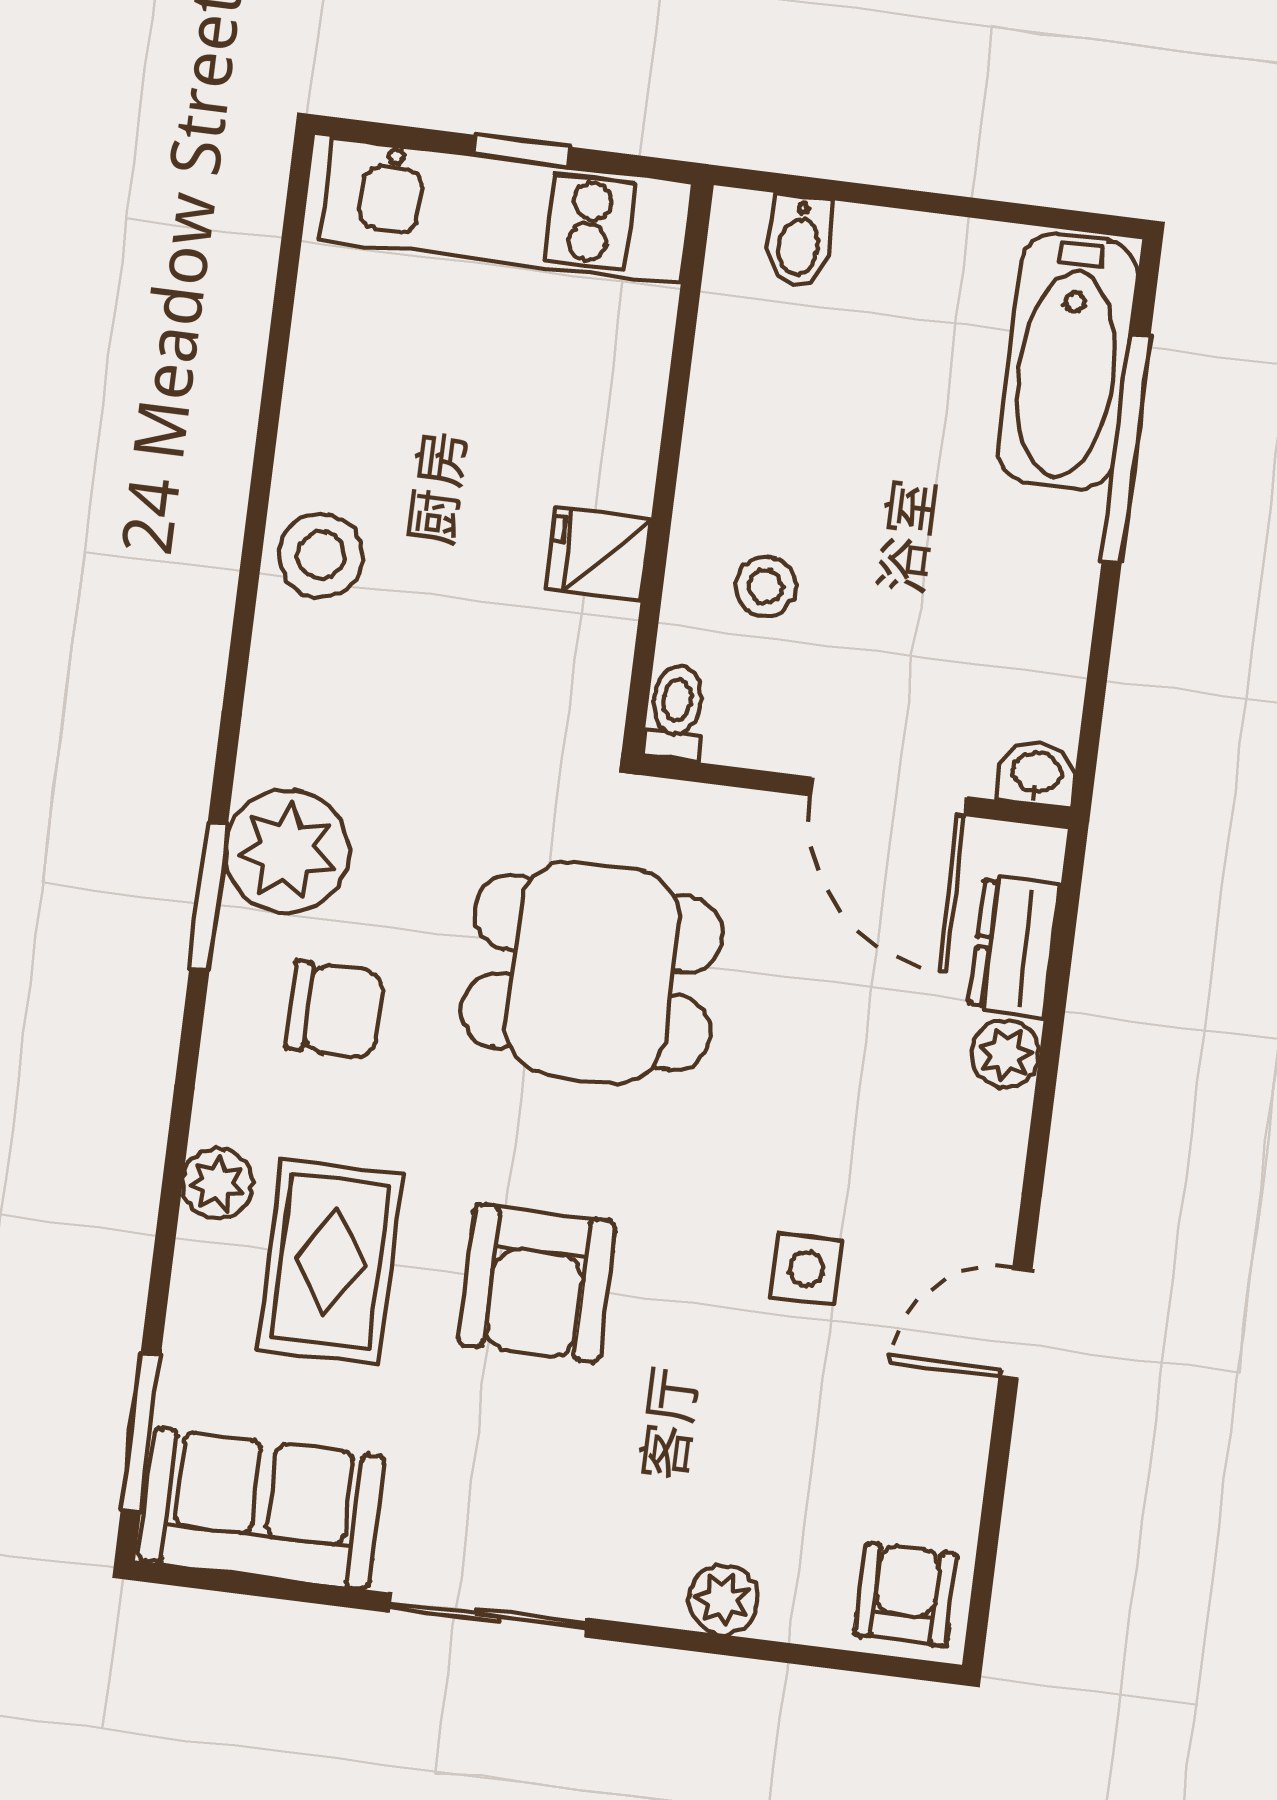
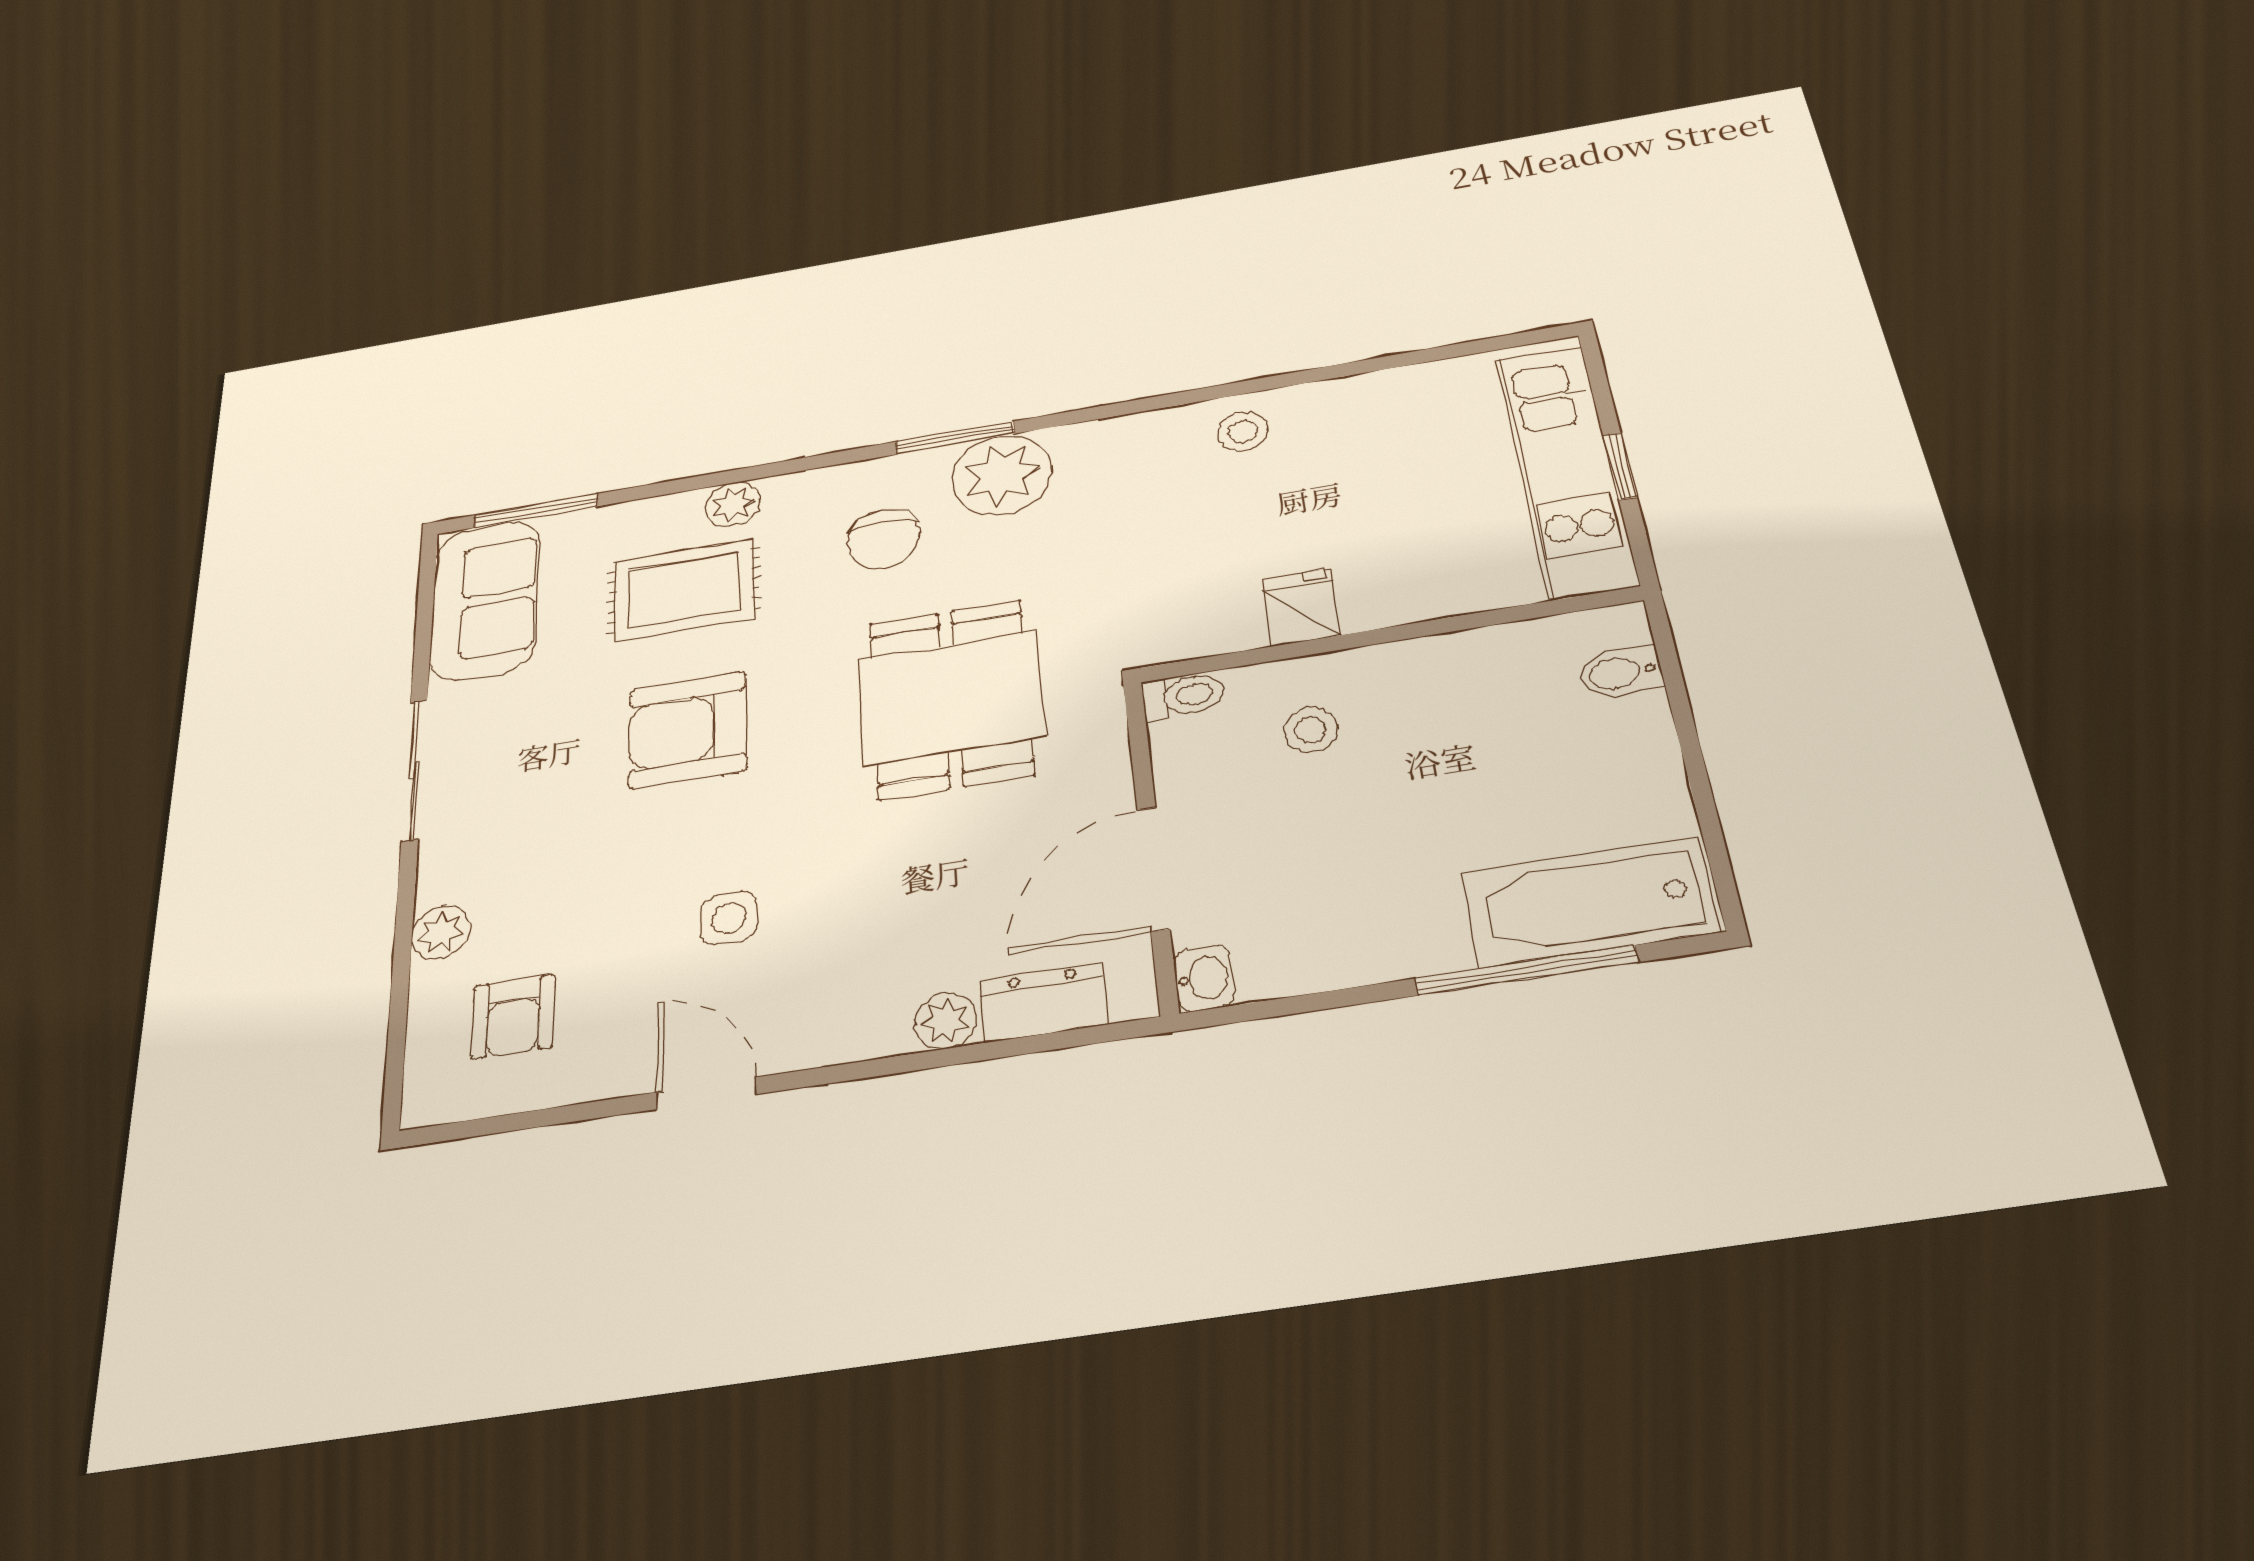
stool: (321, 555) -> (1243, 431), width x0.73, depth x0.73
armchair: (906, 1595) -> (513, 1016), moved, turned 90

